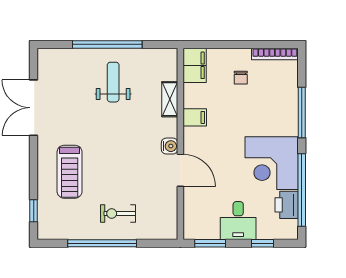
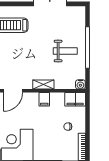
shelving: (170, 99) -> (43, 85), moved
water cooler: (170, 146) -> (80, 84), moved

